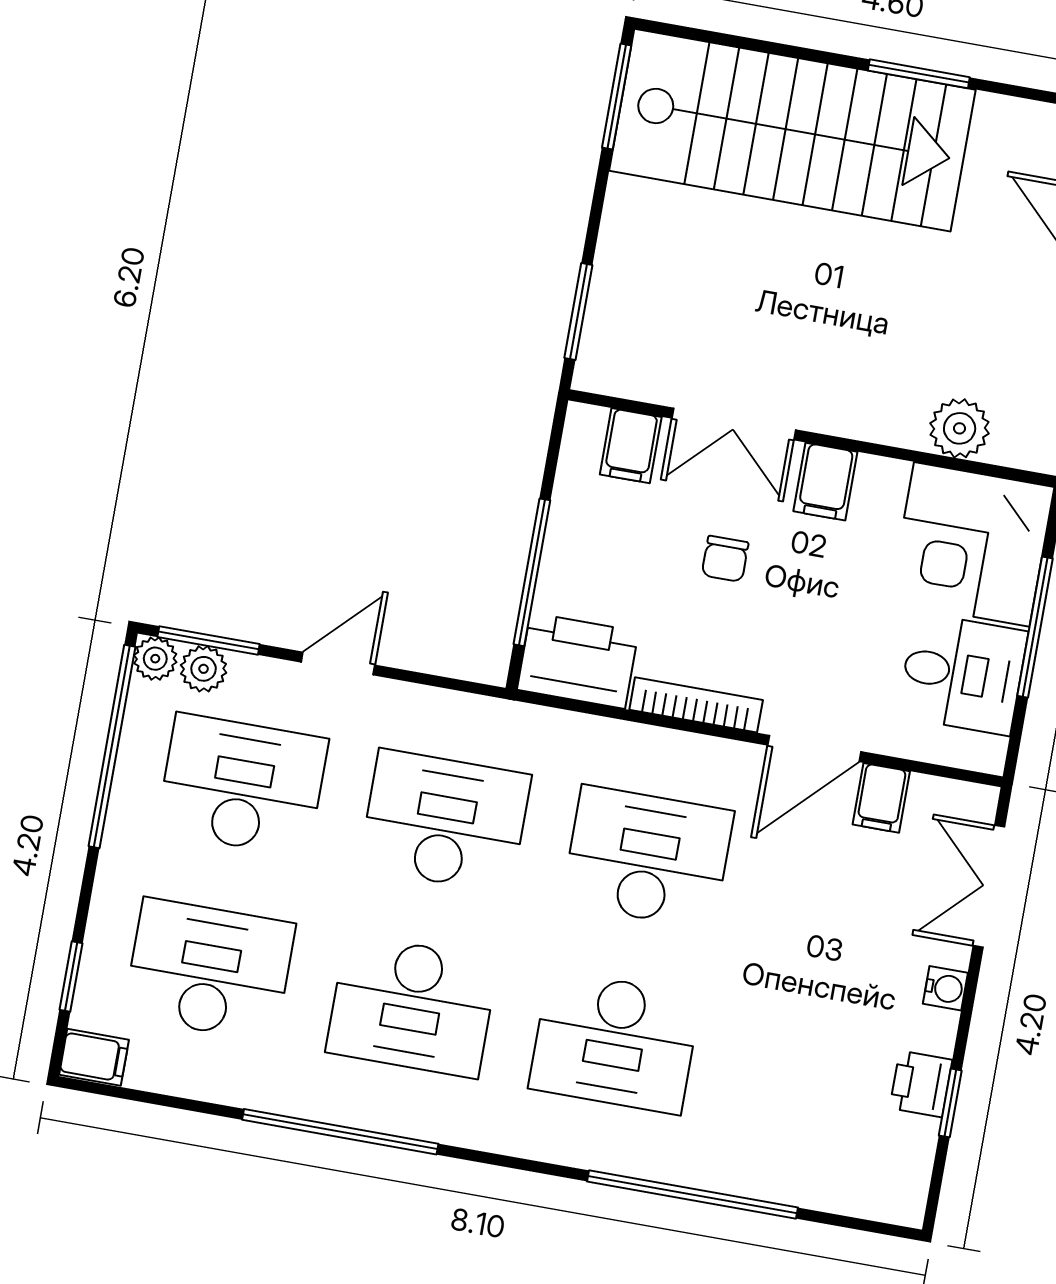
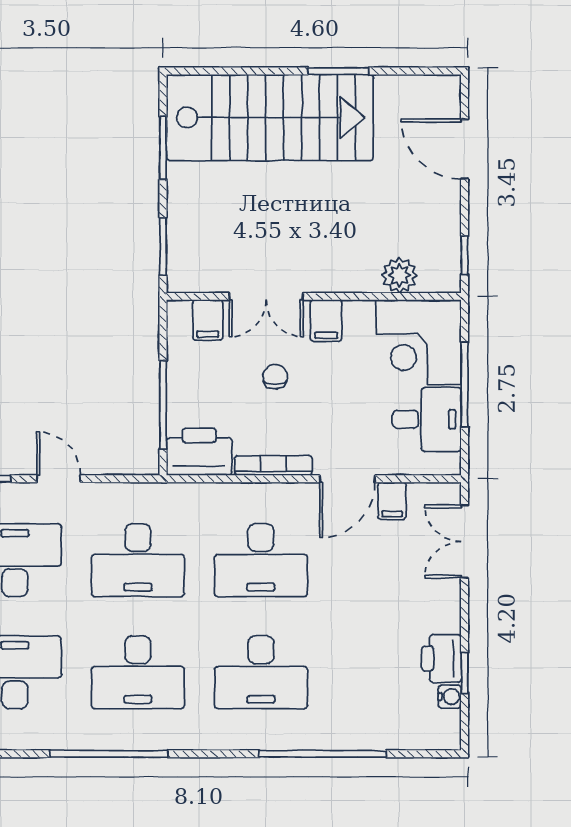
window: (617, 96) -> (163, 148), moved
chair: (725, 559) -> (275, 377), turned 180
door: (338, 664) -> (59, 479), hinge flipped
desk: (445, 821) -> (138, 560), turned 180
desk: (648, 857) -> (261, 560), turned 180
water cooler: (945, 988) -> (450, 697), moved
printer: (921, 1084) -> (441, 658), width x1.36, depth x1.24

